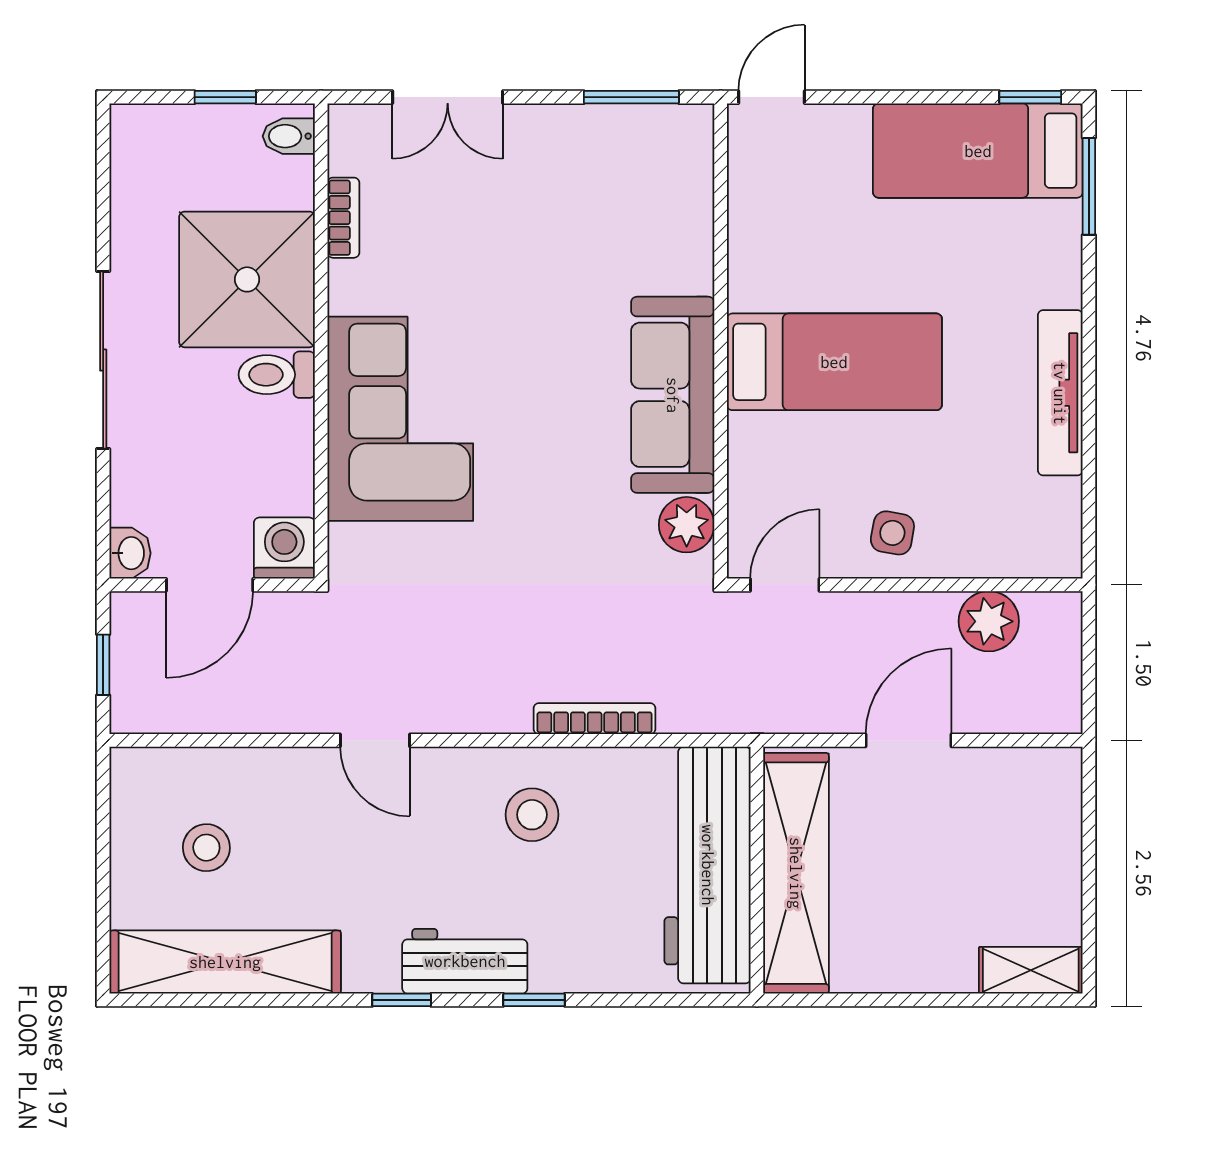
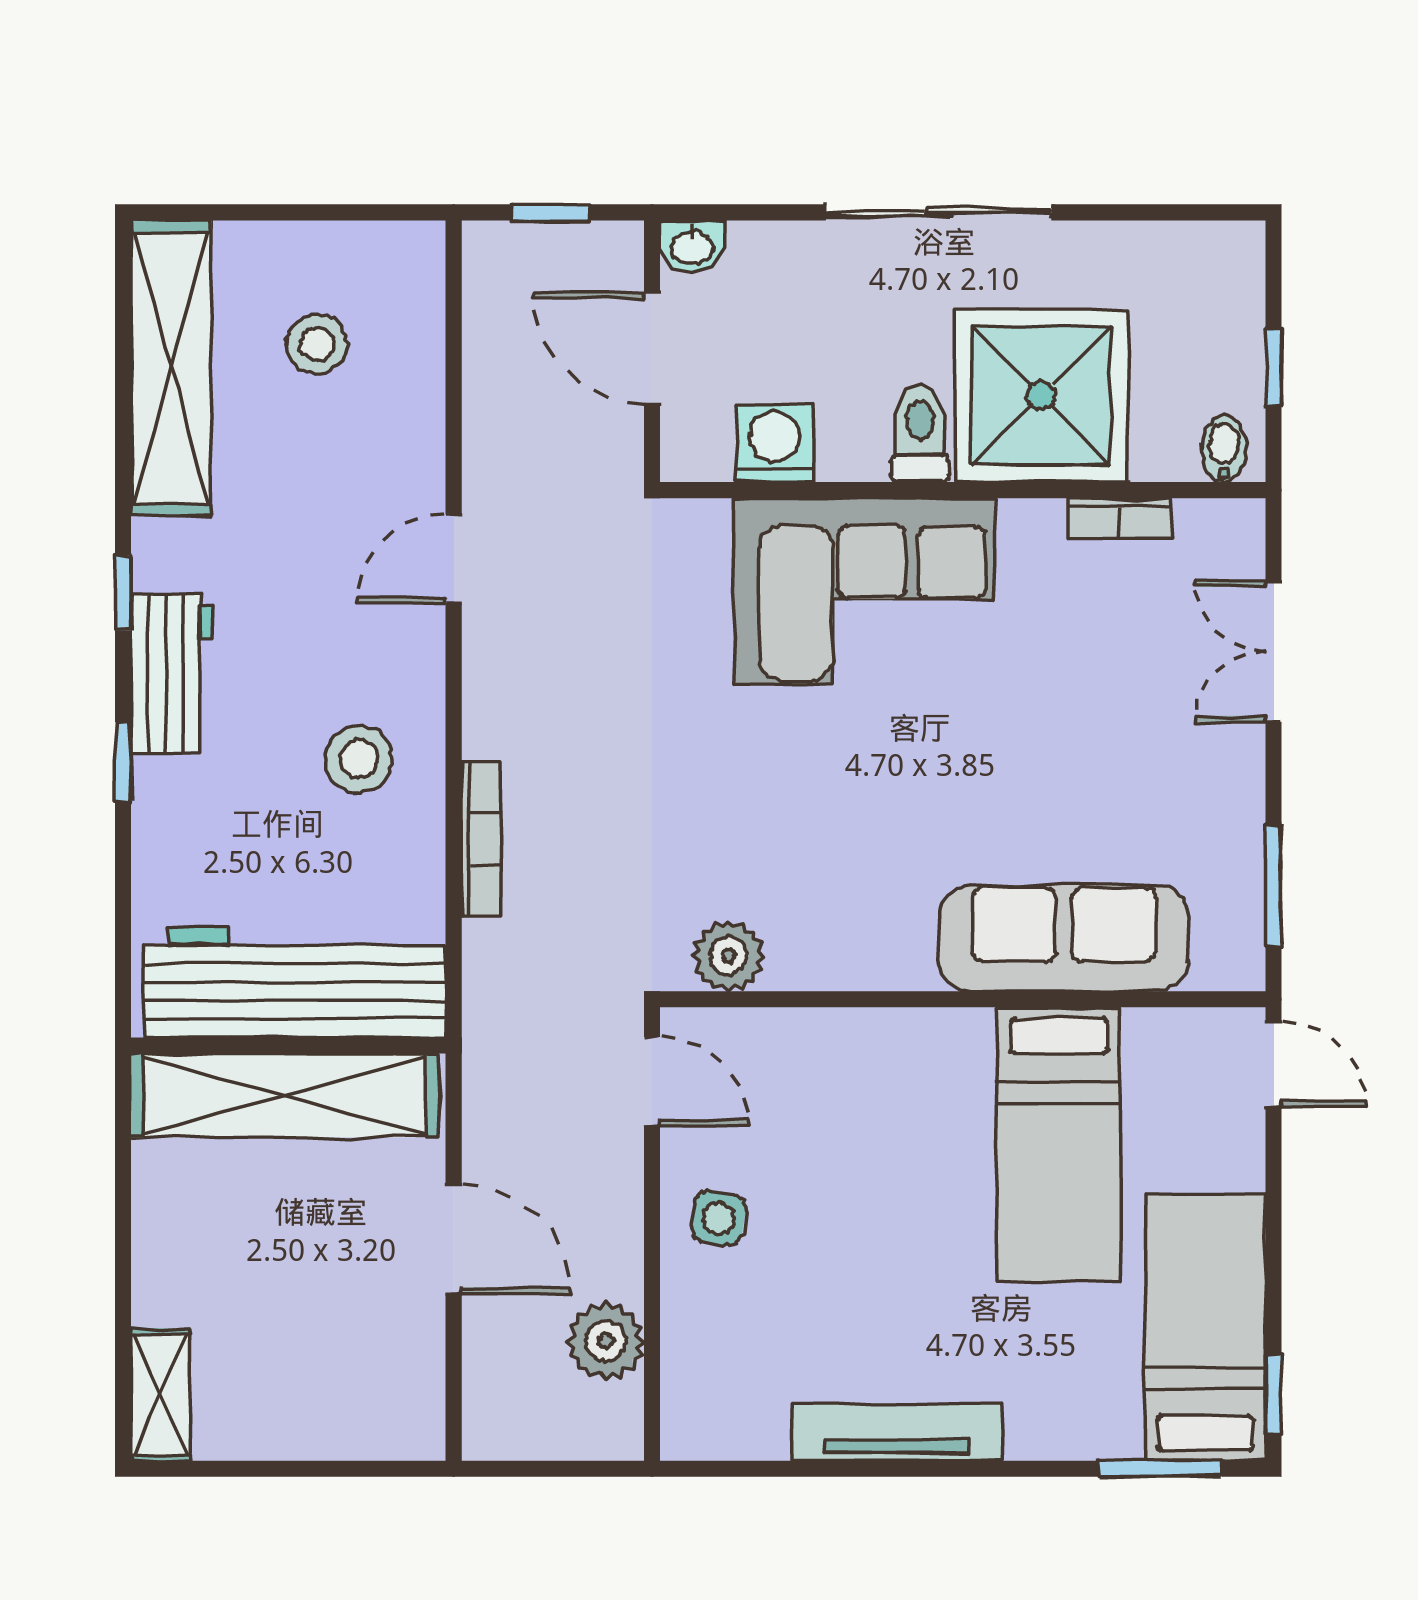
bed: (834, 362) -> (1059, 1144), moved
sofa: (673, 395) -> (1064, 938), moved
washing machine: (284, 548) -> (774, 443), moved, turned -90

